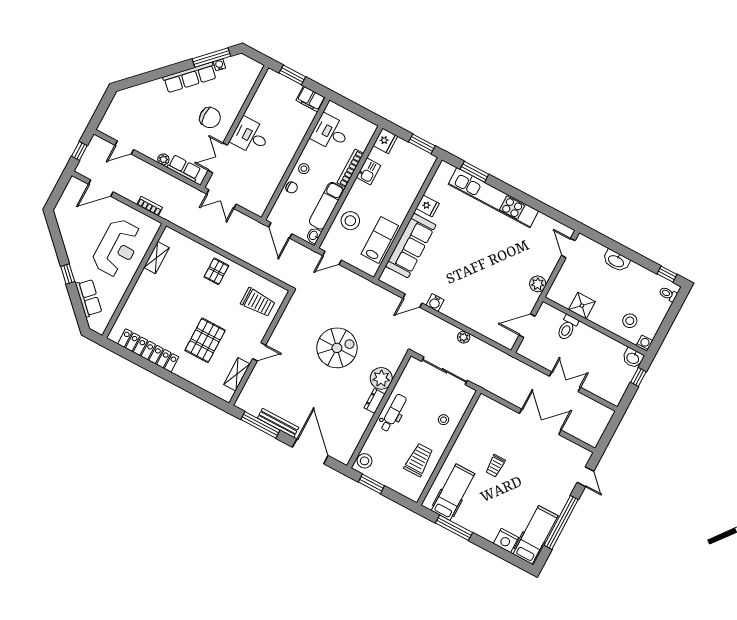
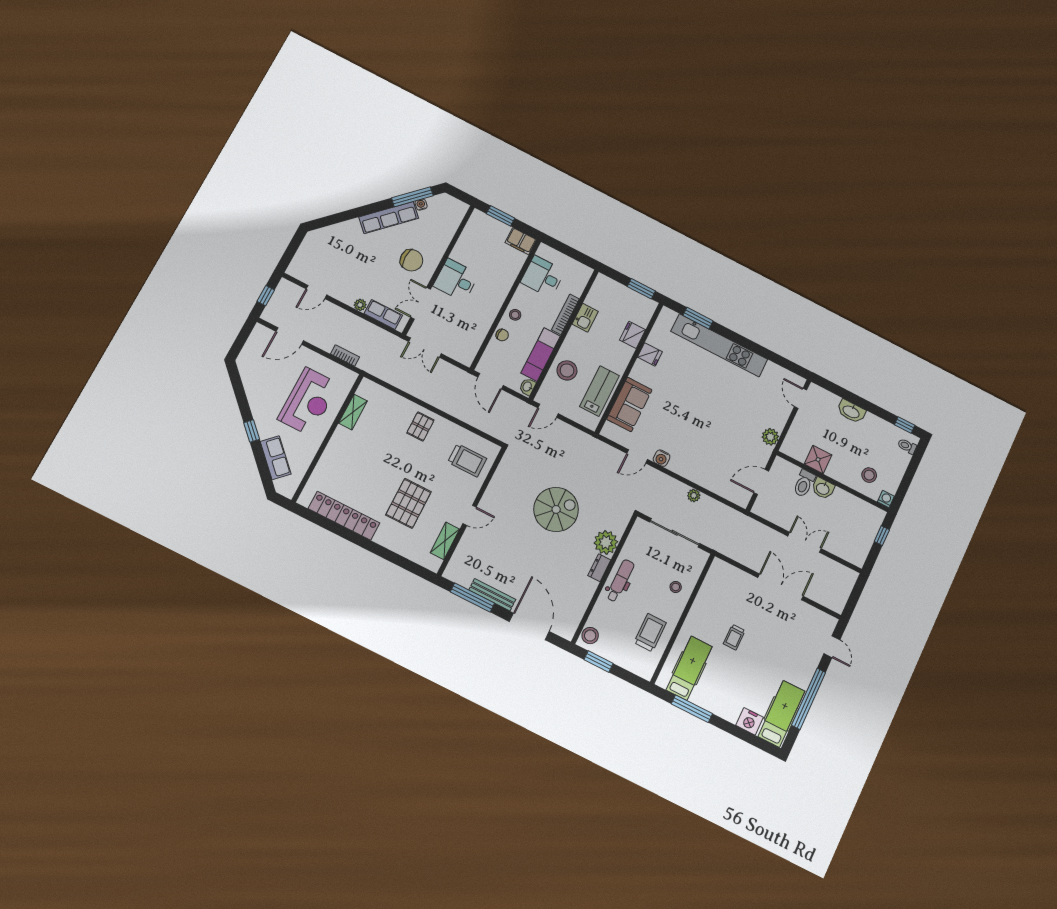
fridge: (385, 141) -> (633, 335), moved, turned 180
sofa: (411, 246) -> (629, 404), width x0.73
washbasin: (633, 358) -> (823, 488), moved

